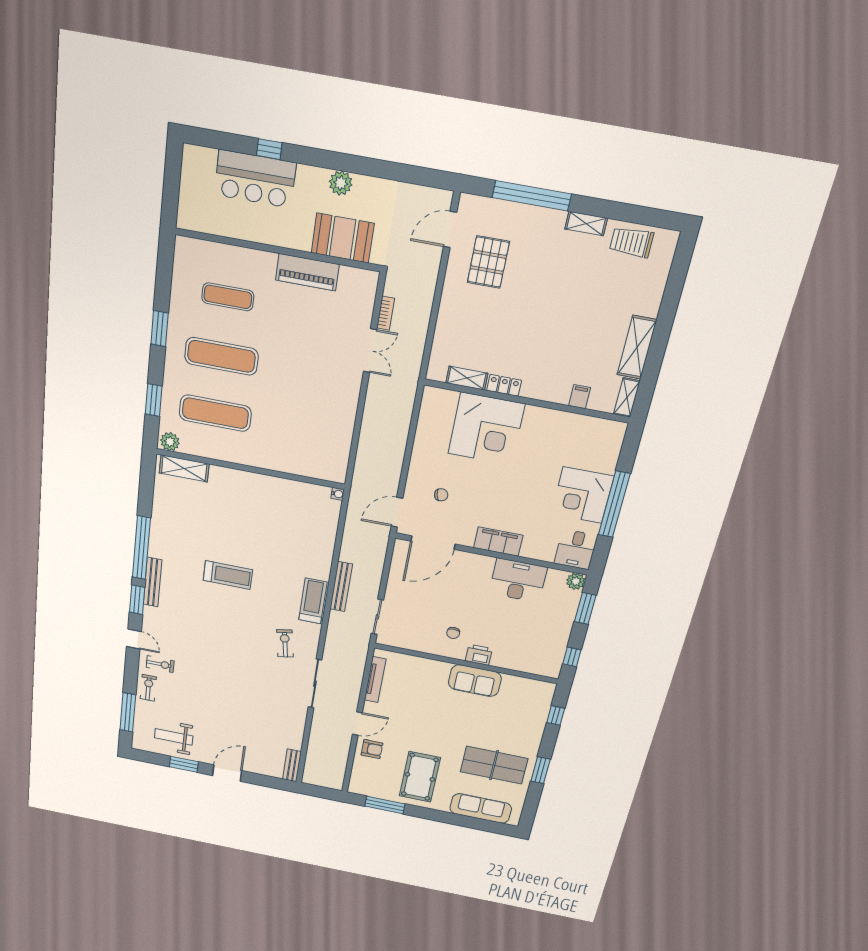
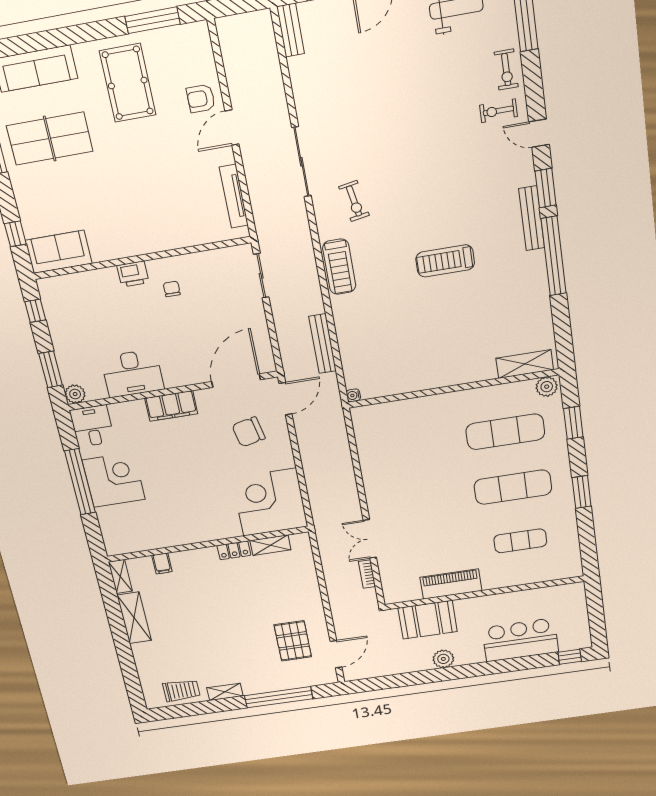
window: (269, 149) -> (570, 657), moved
corner desk: (486, 429) -> (270, 502), moved
chair: (441, 495) -> (249, 432), width x1.87, depth x1.87
bench: (341, 587) -> (323, 344), moved
sofa: (475, 681) -> (59, 252), moved

